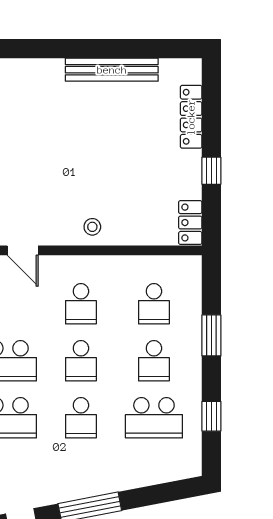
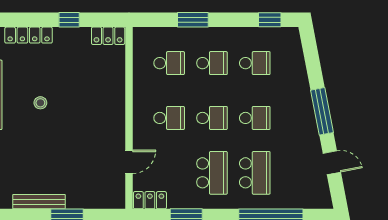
stool: (92, 227) -> (40, 103), moved
window: (211, 416) -> (270, 20), moved
school desk: (154, 418) -> (255, 63), width x0.54

